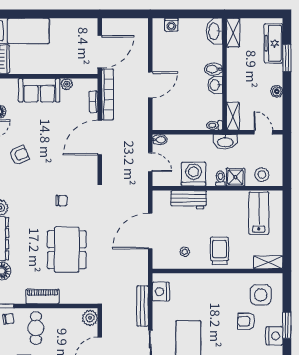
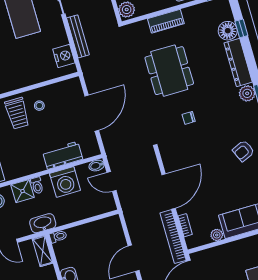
bidet: (160, 140) -> (97, 166), moved
stool: (185, 252) -> (39, 106), moved
piano: (42, 297) -> (166, 21), moved

